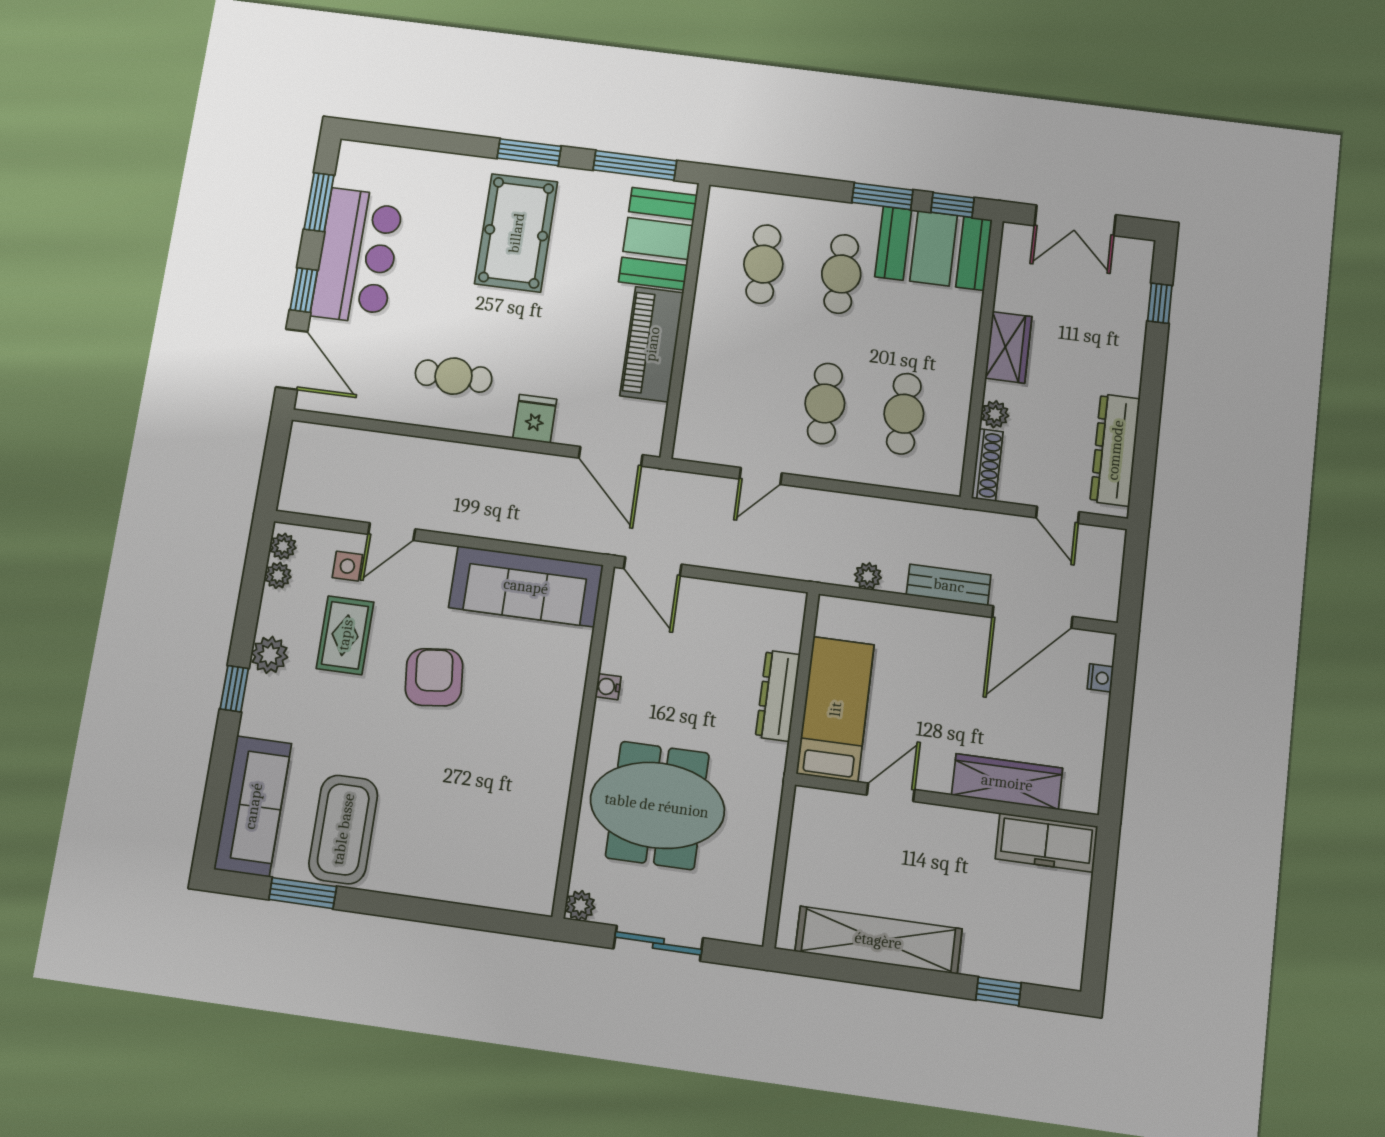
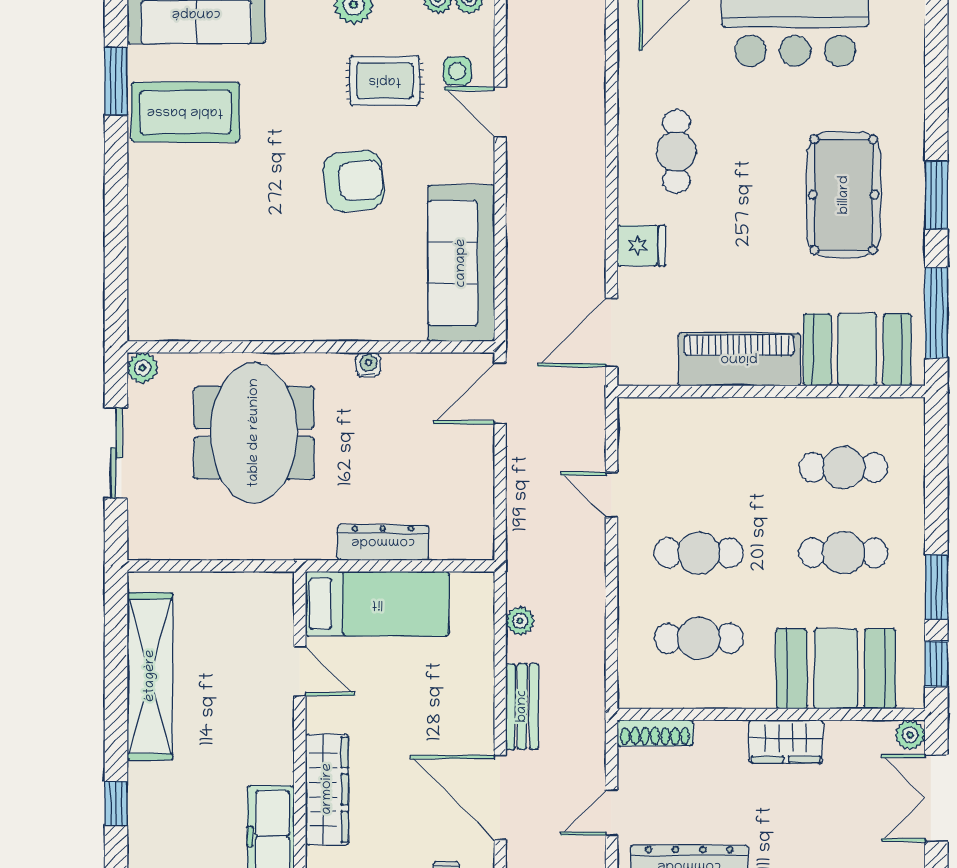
pool table: (516, 233) -> (844, 195), turned 90
booth: (934, 248) -> (836, 669), moved, turned 90
plant: (995, 414) -> (910, 735), moved

